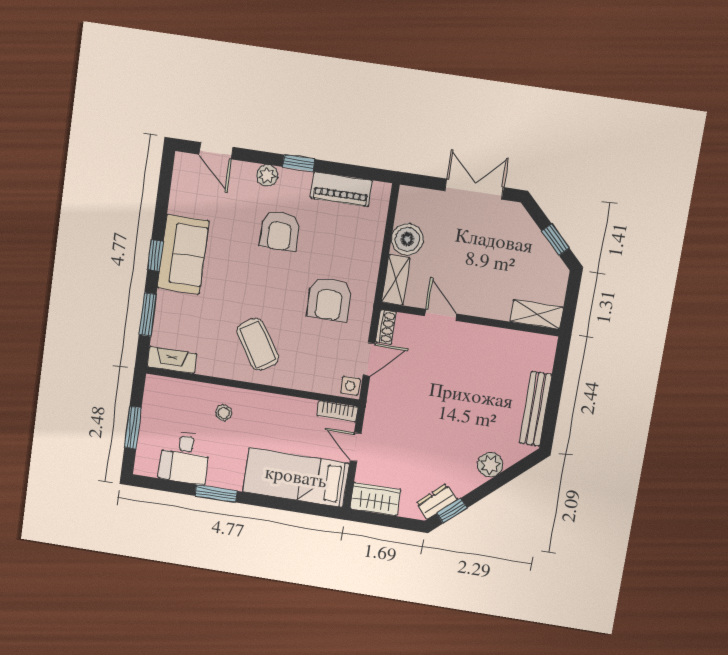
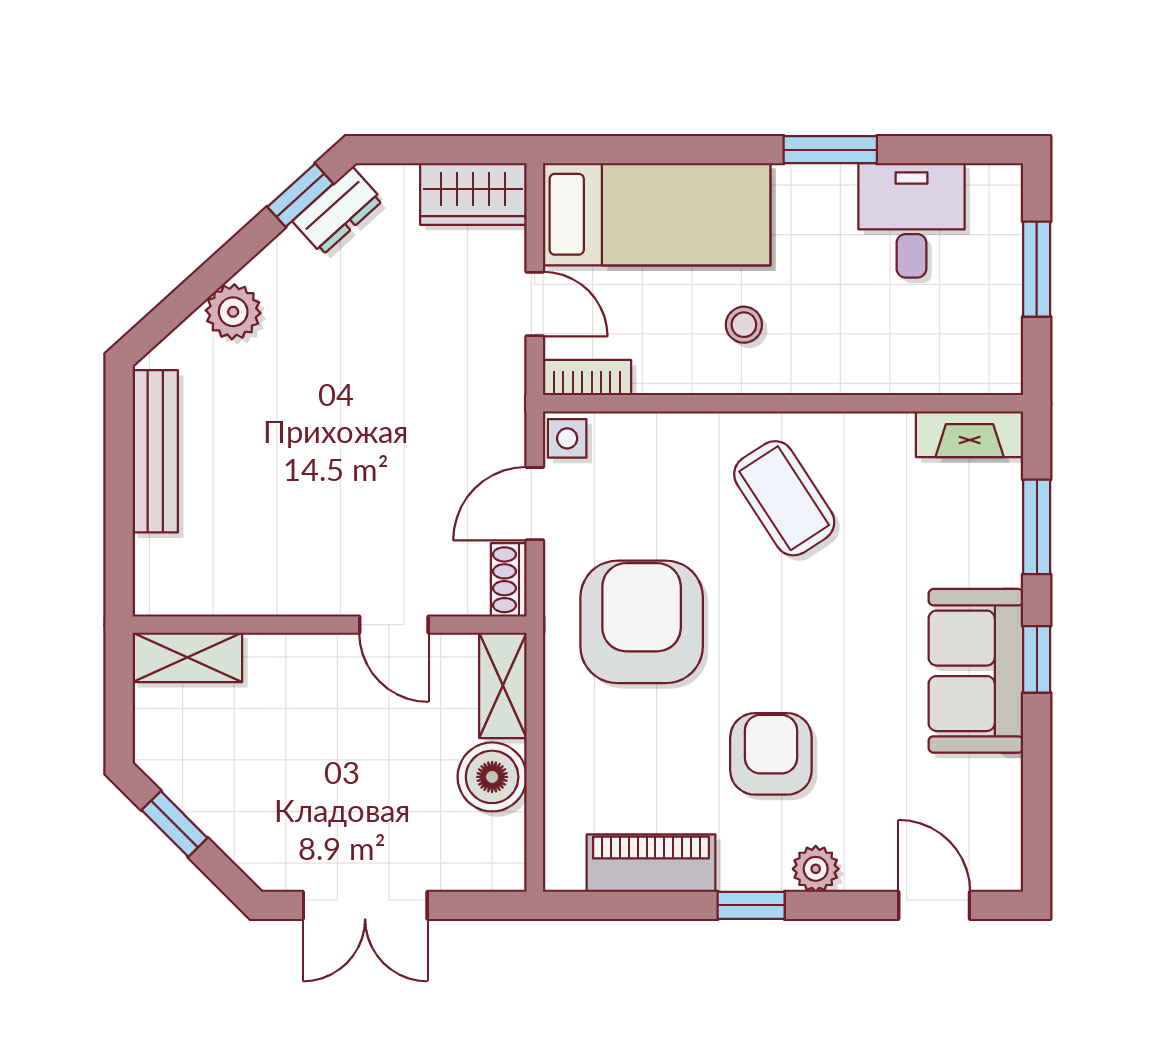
armchair: (329, 299) -> (642, 622), width x1.36, depth x1.36
stool: (224, 413) -> (744, 325), moved

